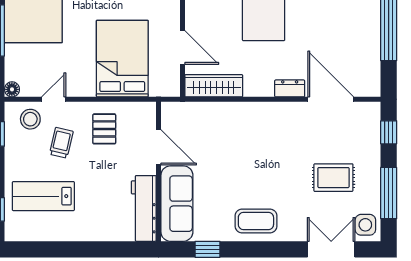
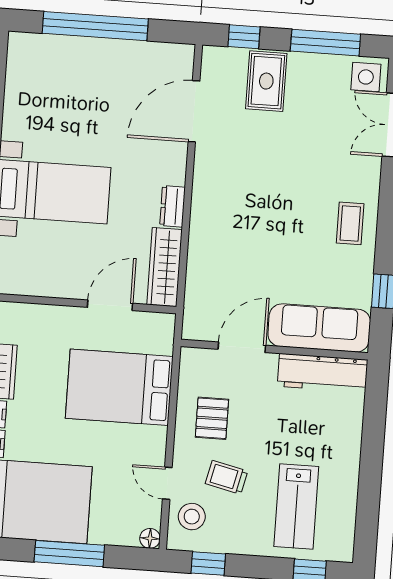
dresser: (290, 88) -> (173, 206), moved
pallet: (104, 129) -> (212, 418), turned 90
rug: (333, 178) -> (266, 81), moved
coffee table: (256, 221) -> (350, 223), width x0.73, depth x0.77

